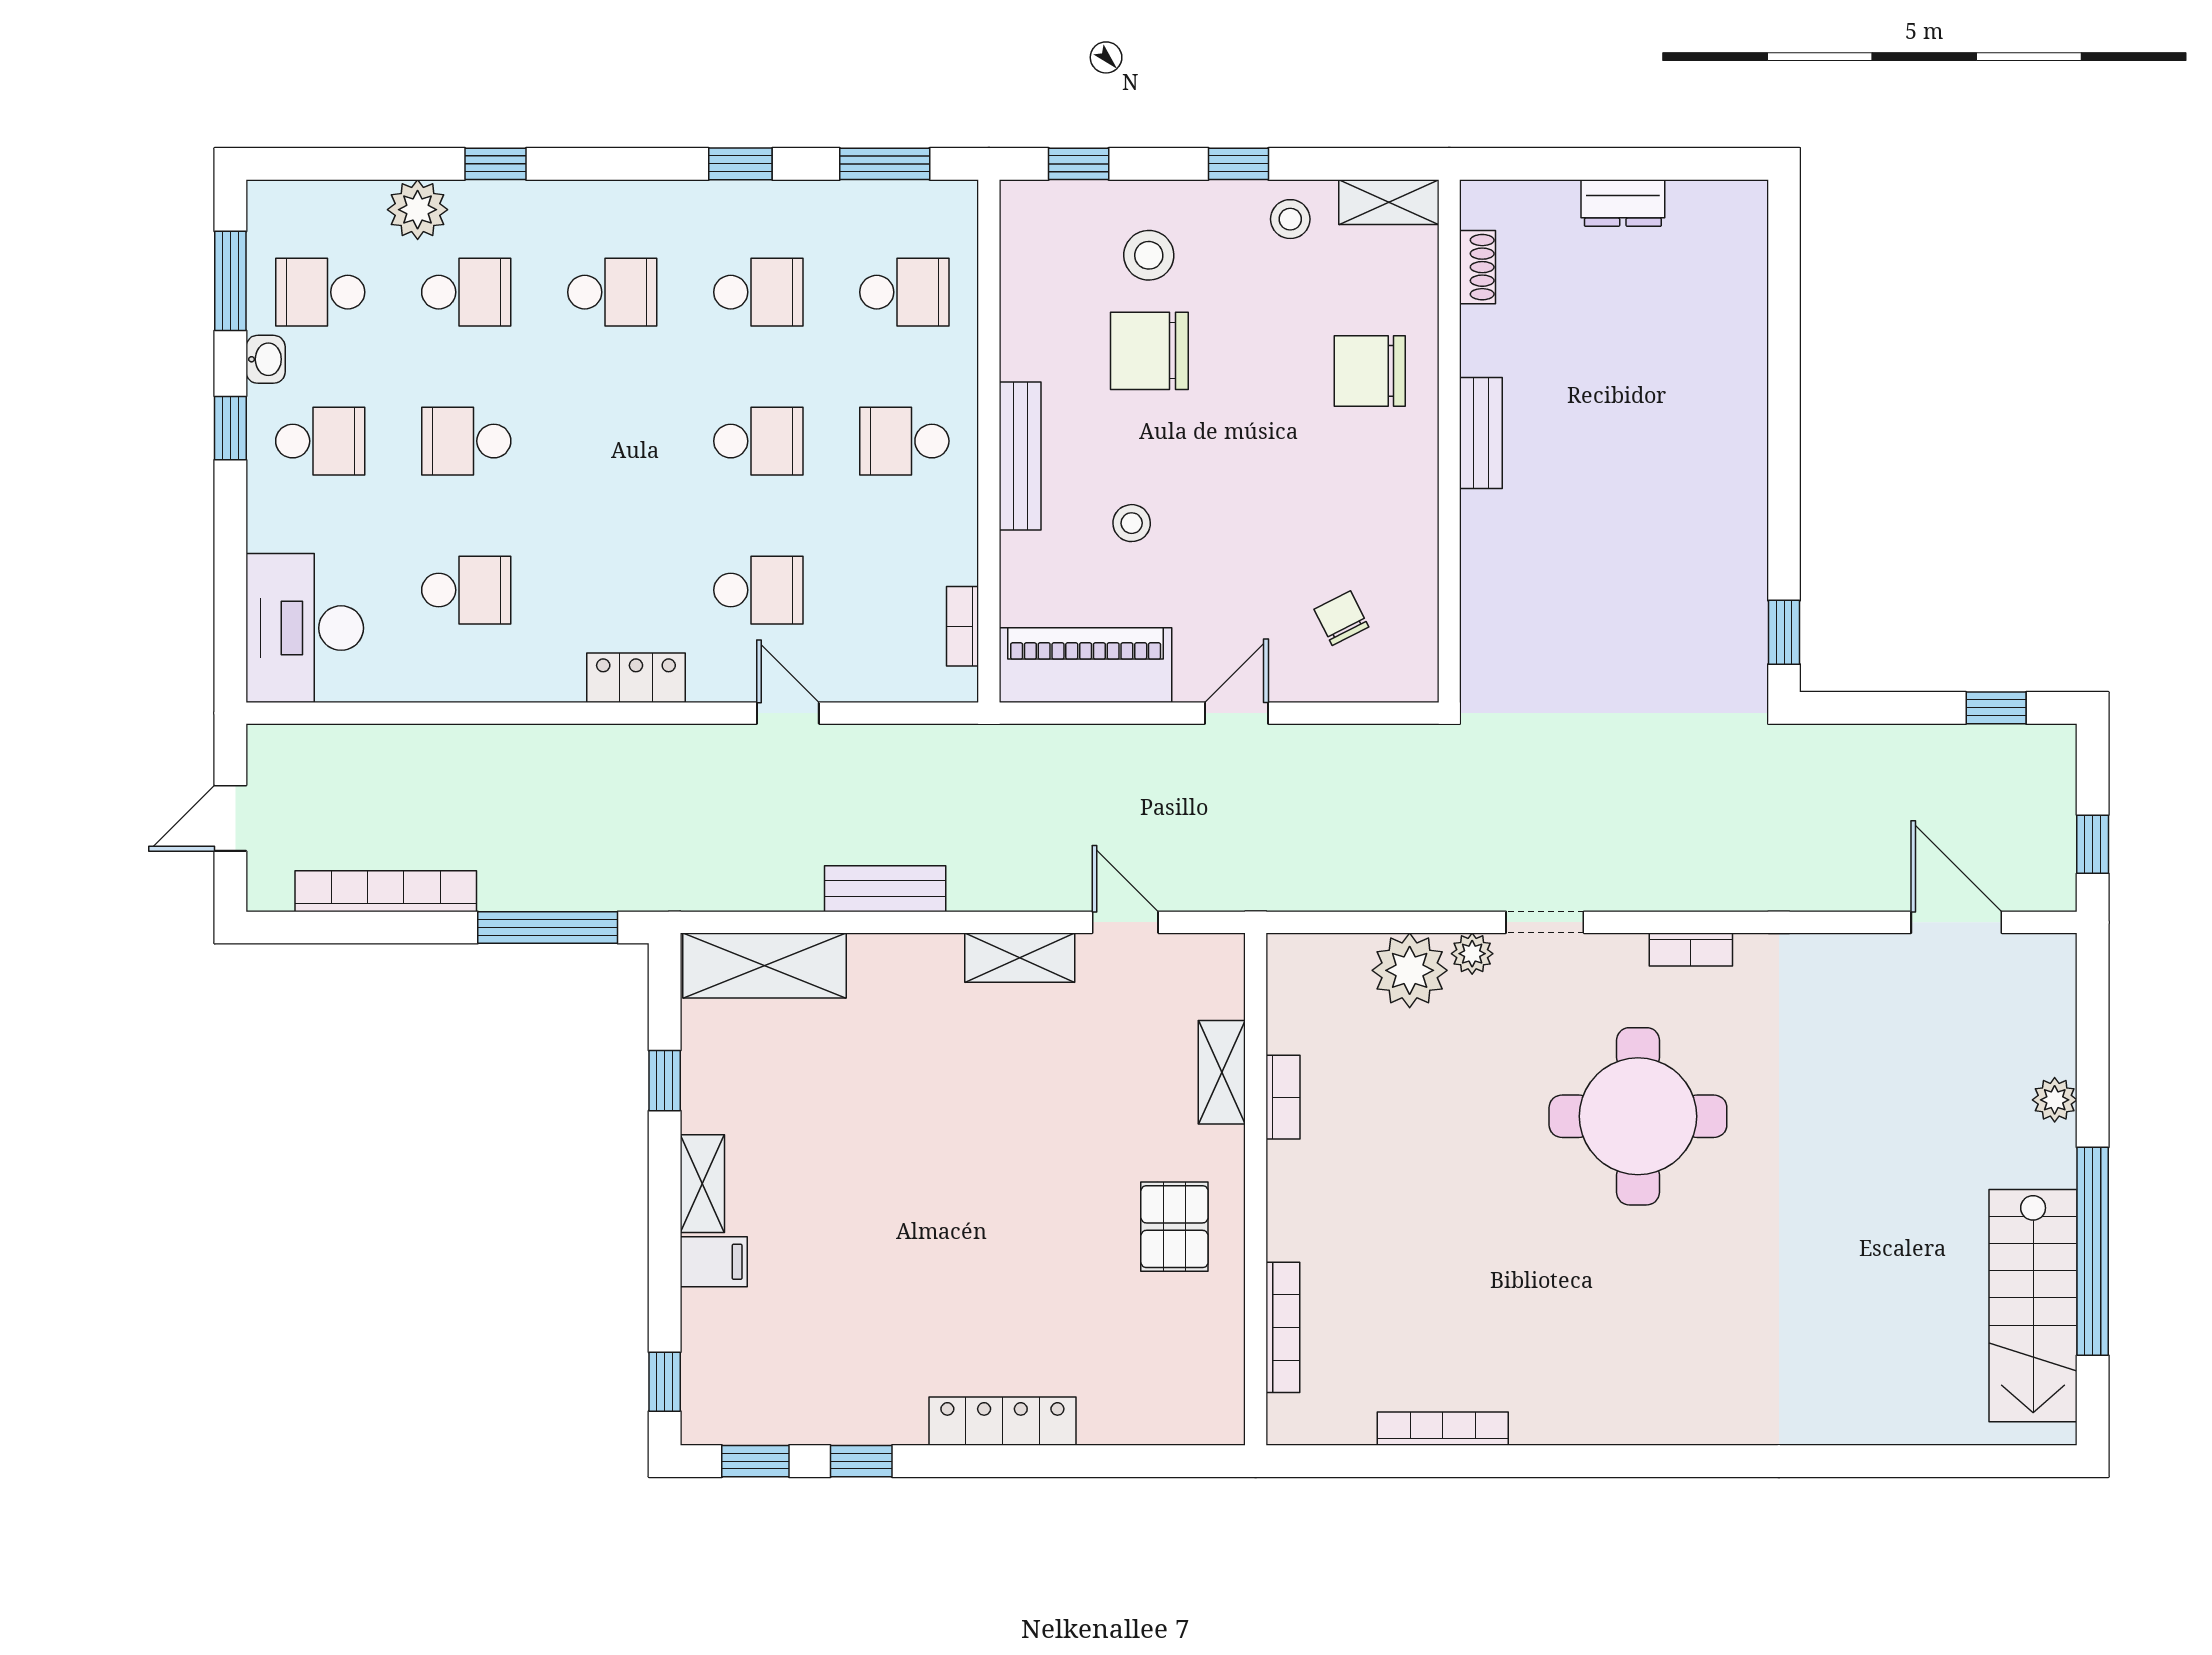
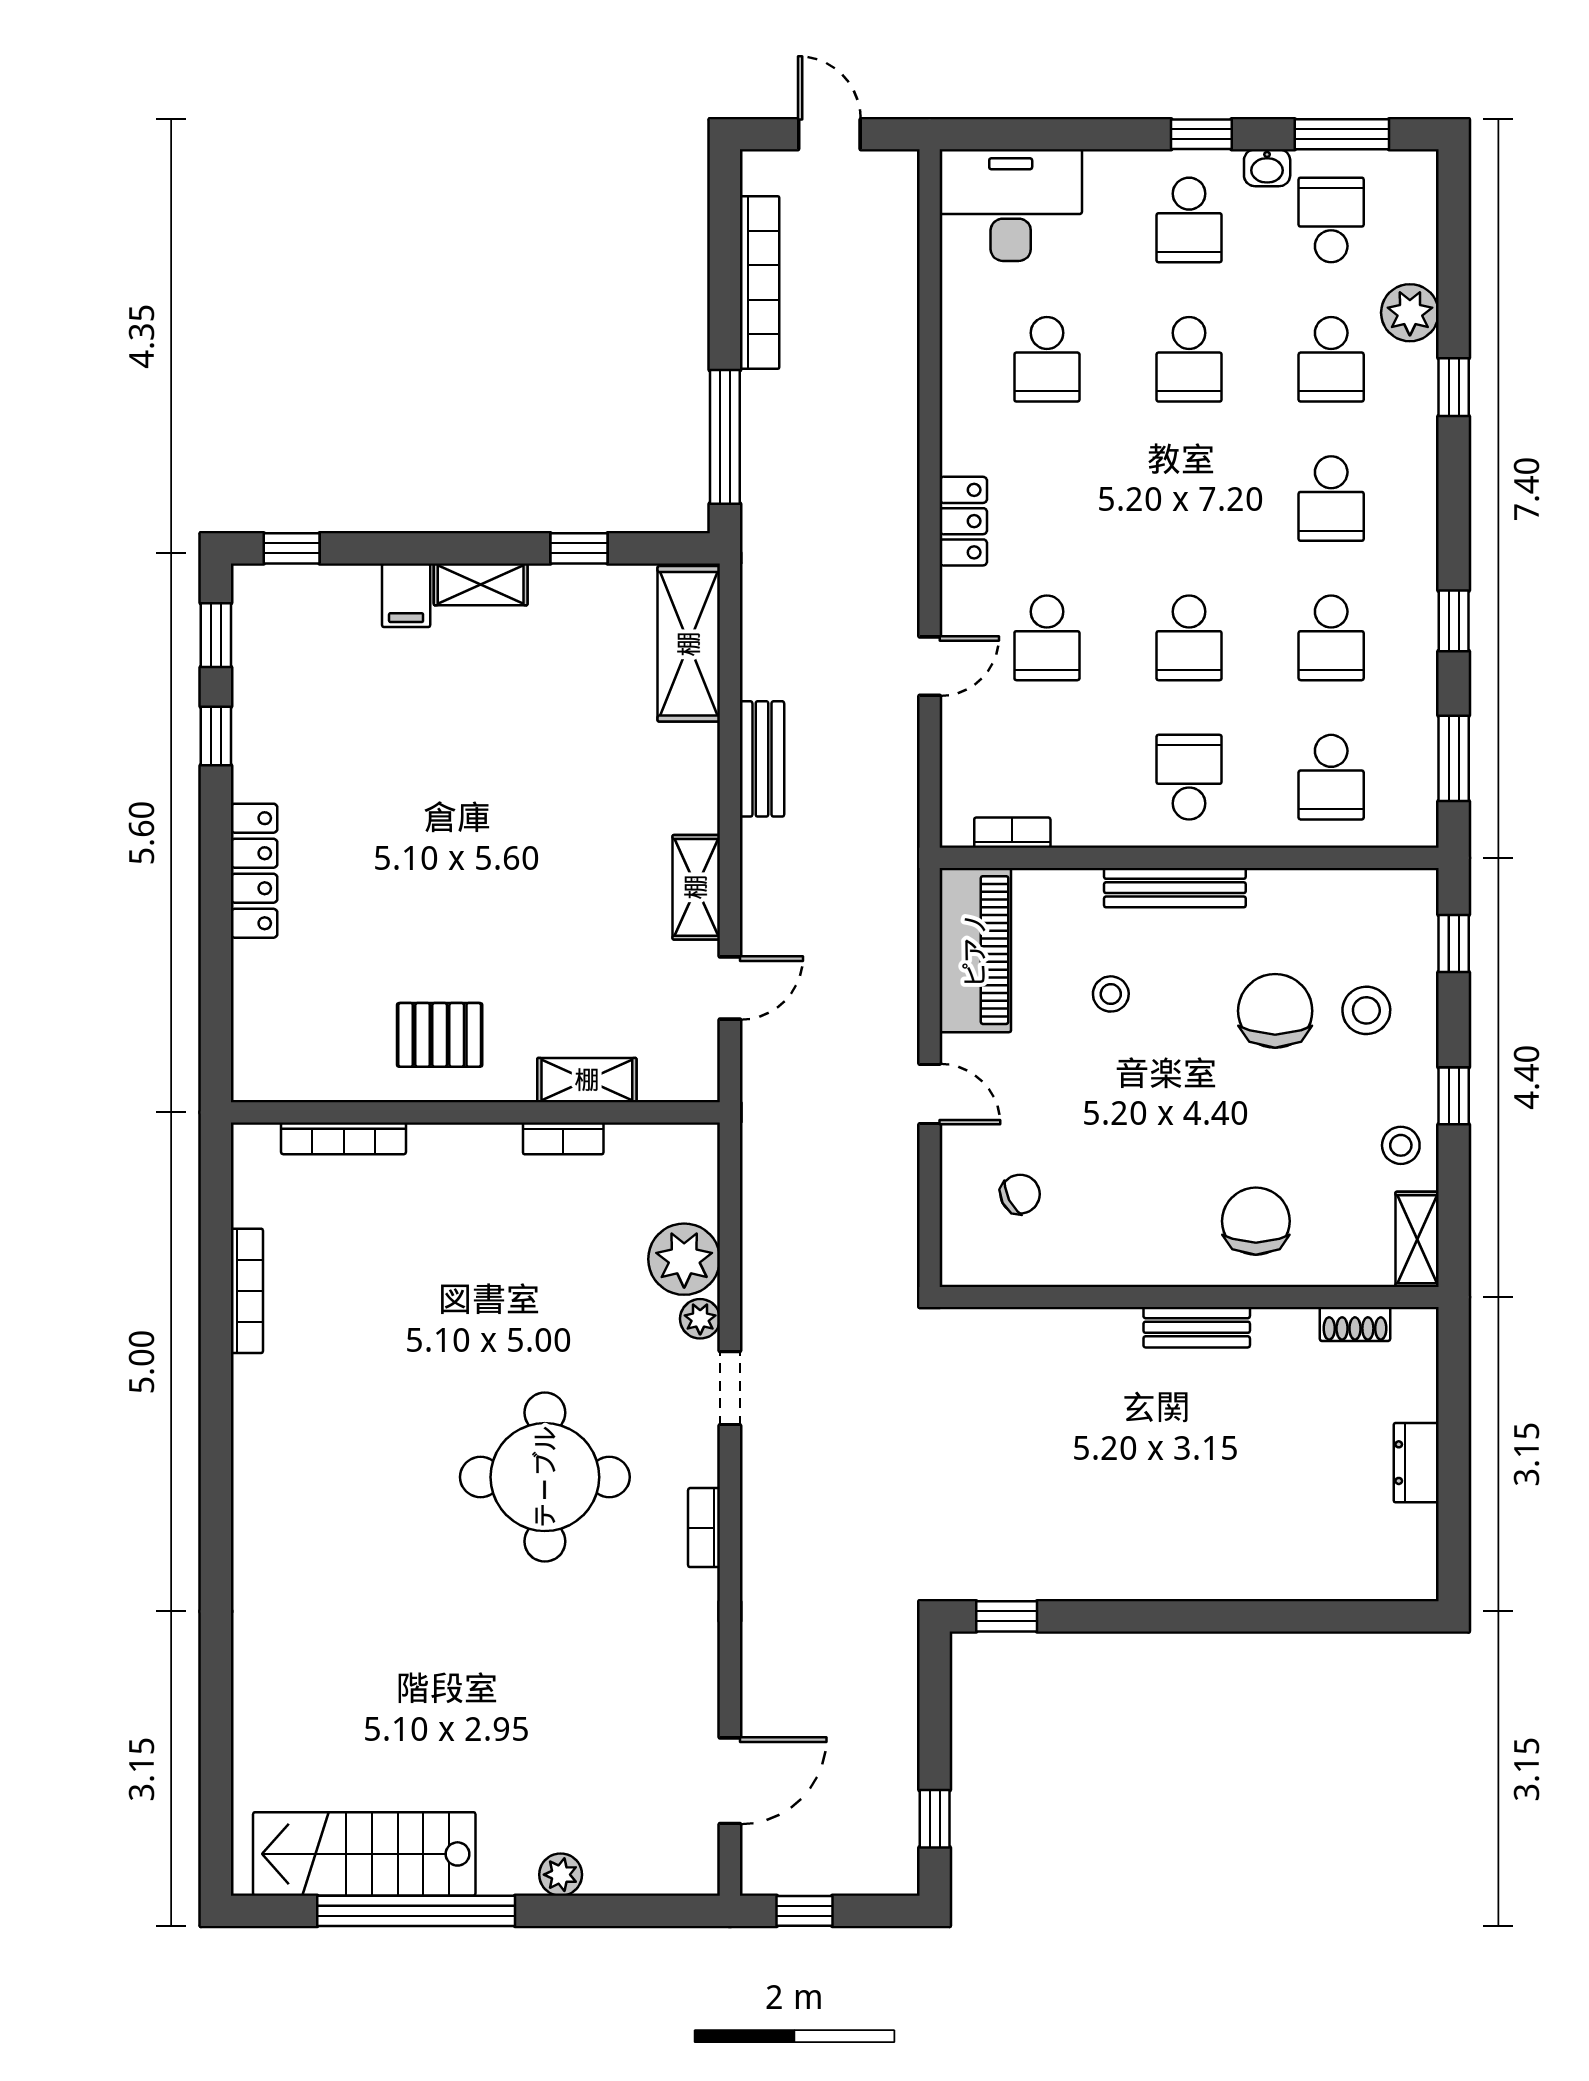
school desk: (466, 441) -> (1189, 359), turned 180

